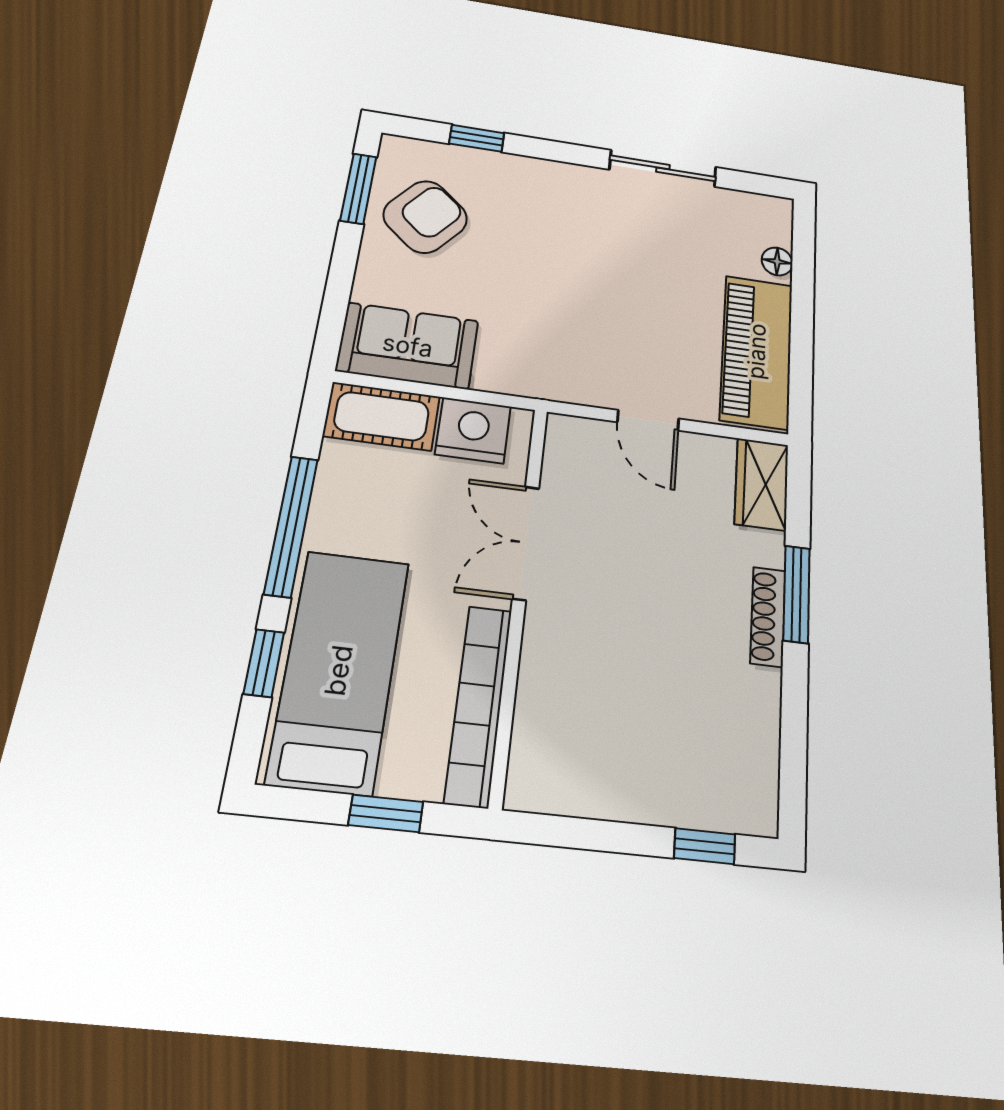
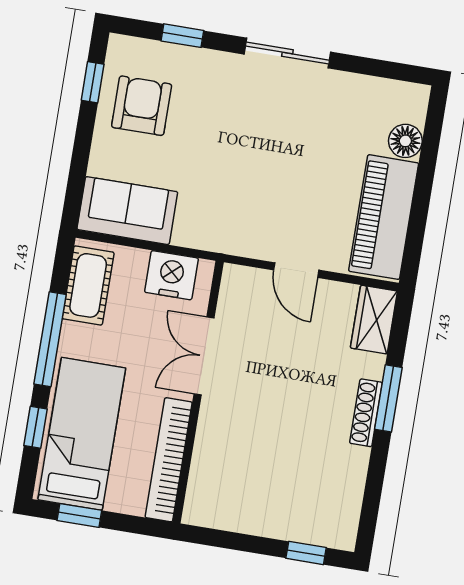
sliding door: (663, 168) -> (287, 53), moved
window: (358, 189) -> (93, 82), width x0.67
armchair: (425, 217) -> (142, 106), turned -40
floor lamp: (777, 261) -> (405, 141), width x1.37, depth x1.37
cot: (382, 416) -> (88, 285), moved, turned 90
window: (386, 813) -> (79, 515), moved

